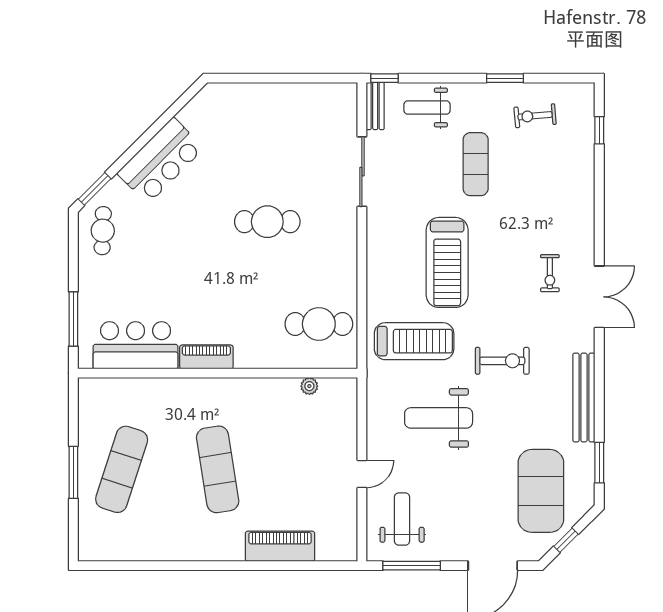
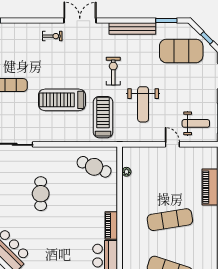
treadmill: (447, 262) -> (62, 100), turned 180
exercise bike: (550, 273) -> (52, 36), moved
cafe table: (319, 324) -> (94, 167), turned -68
weight bench: (402, 519) -> (196, 123), turned 180

